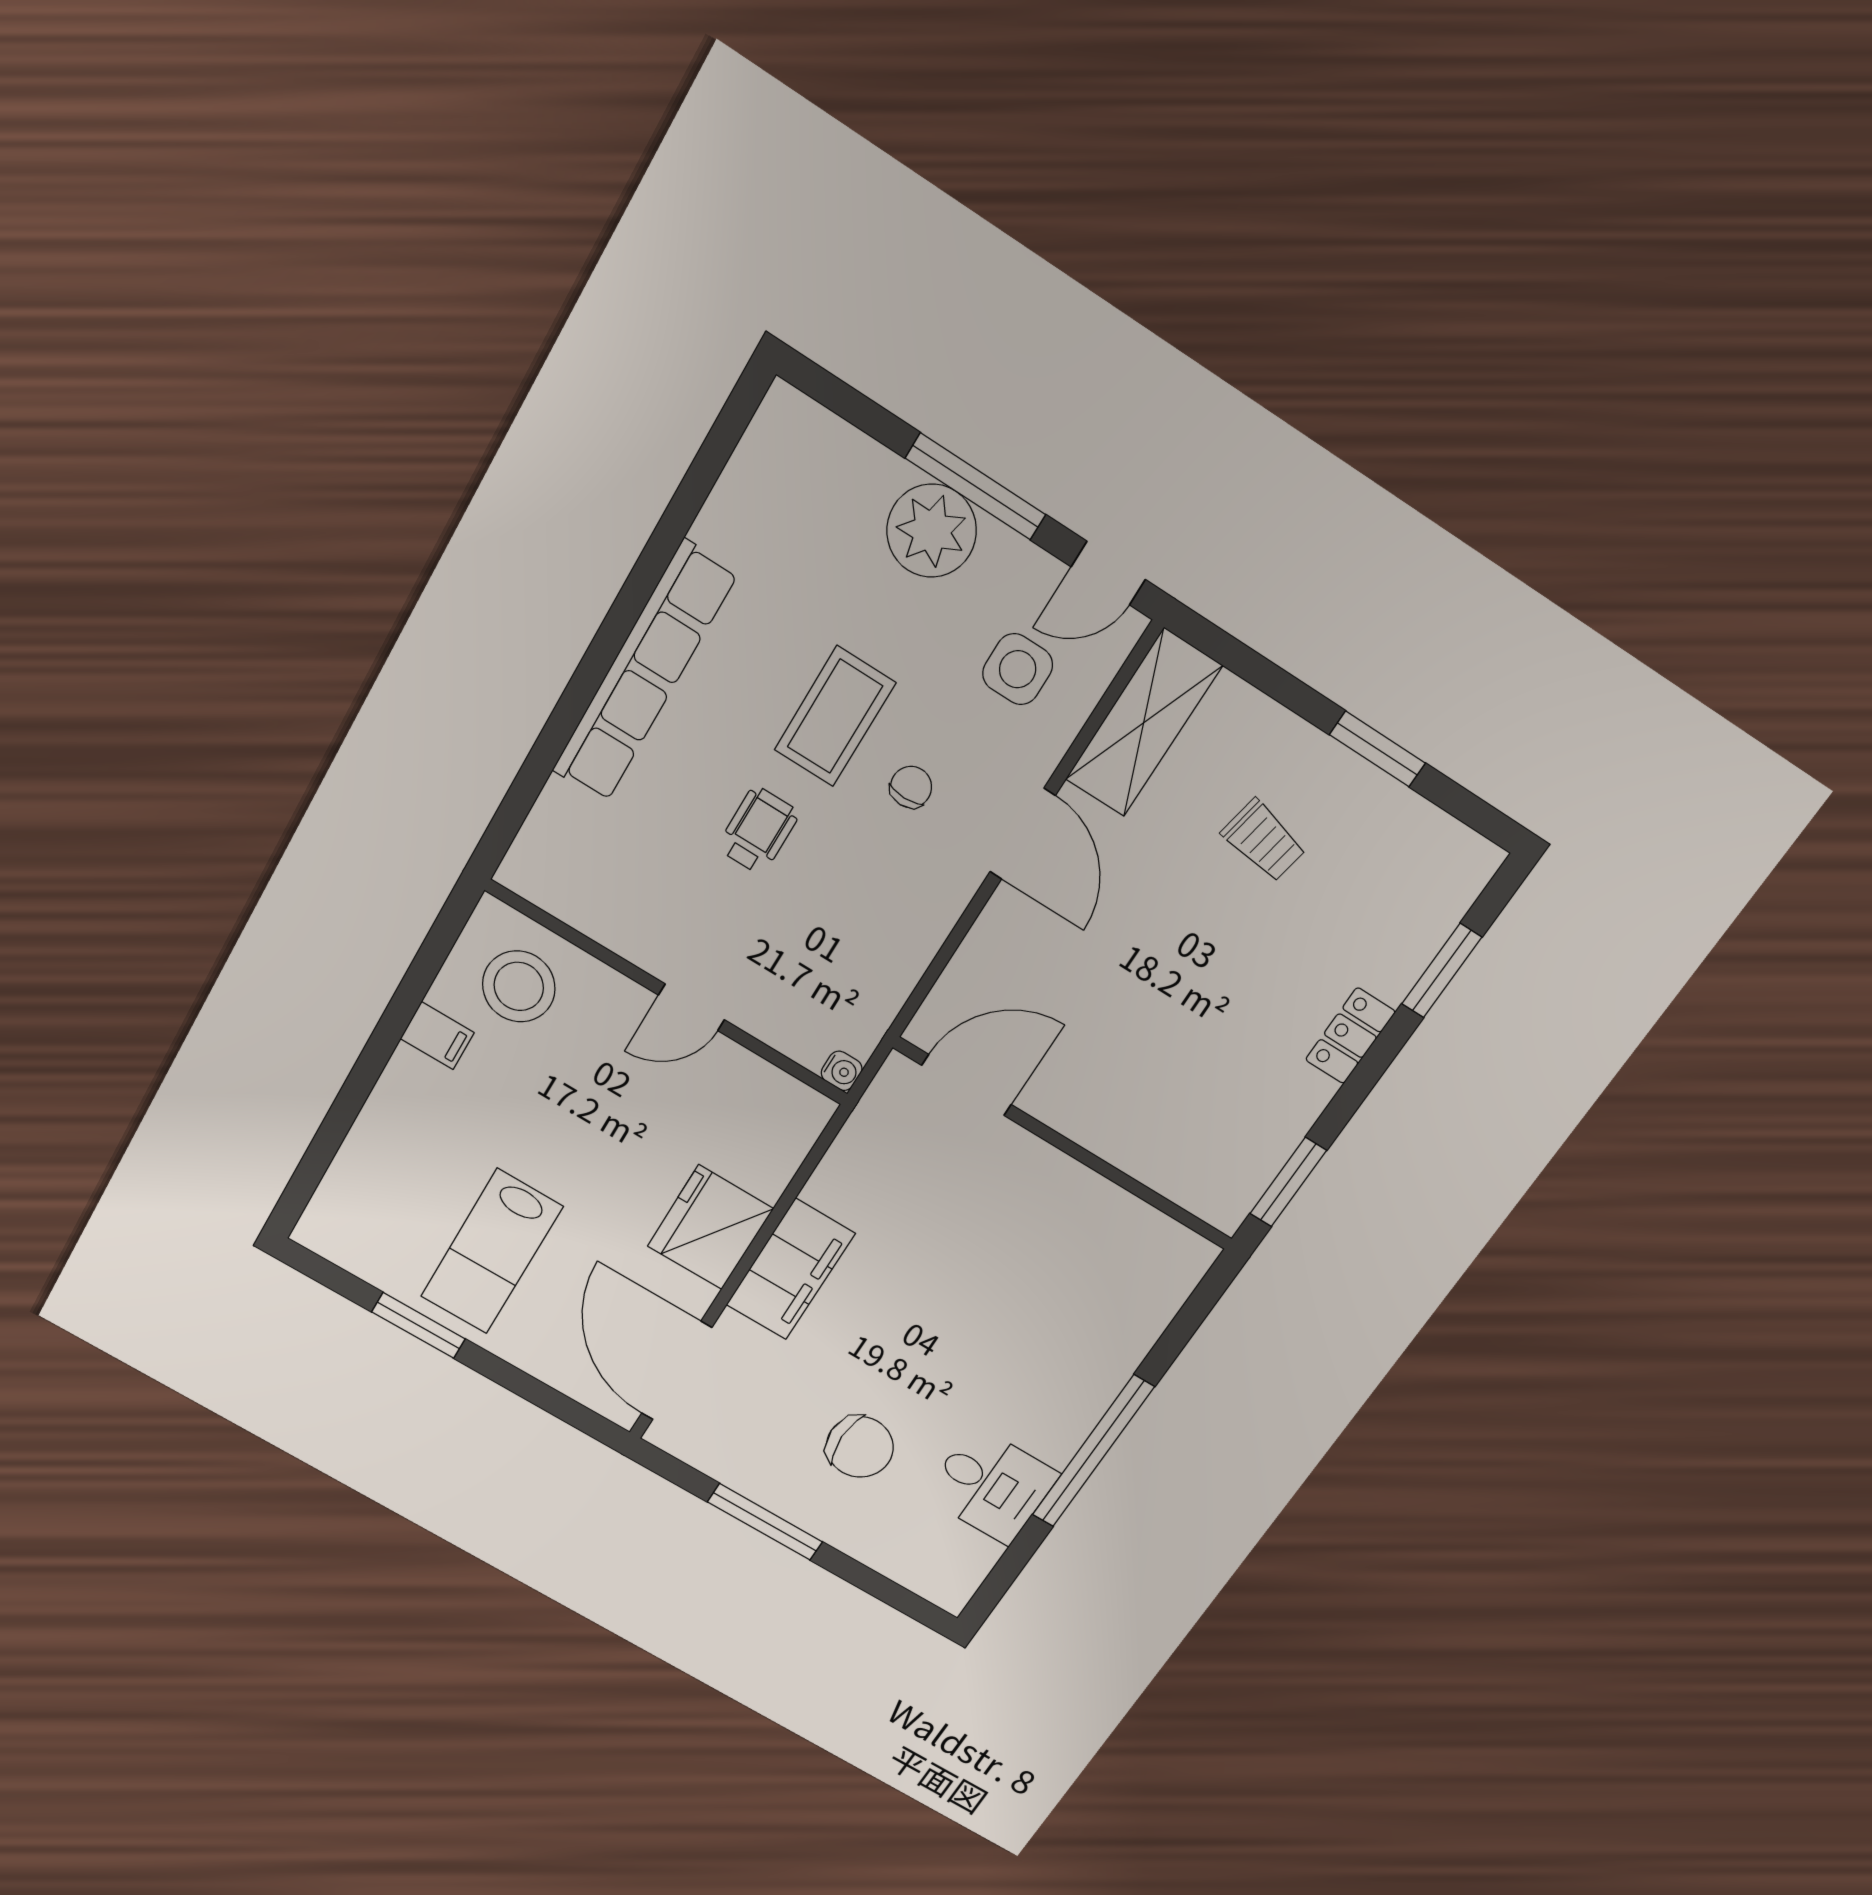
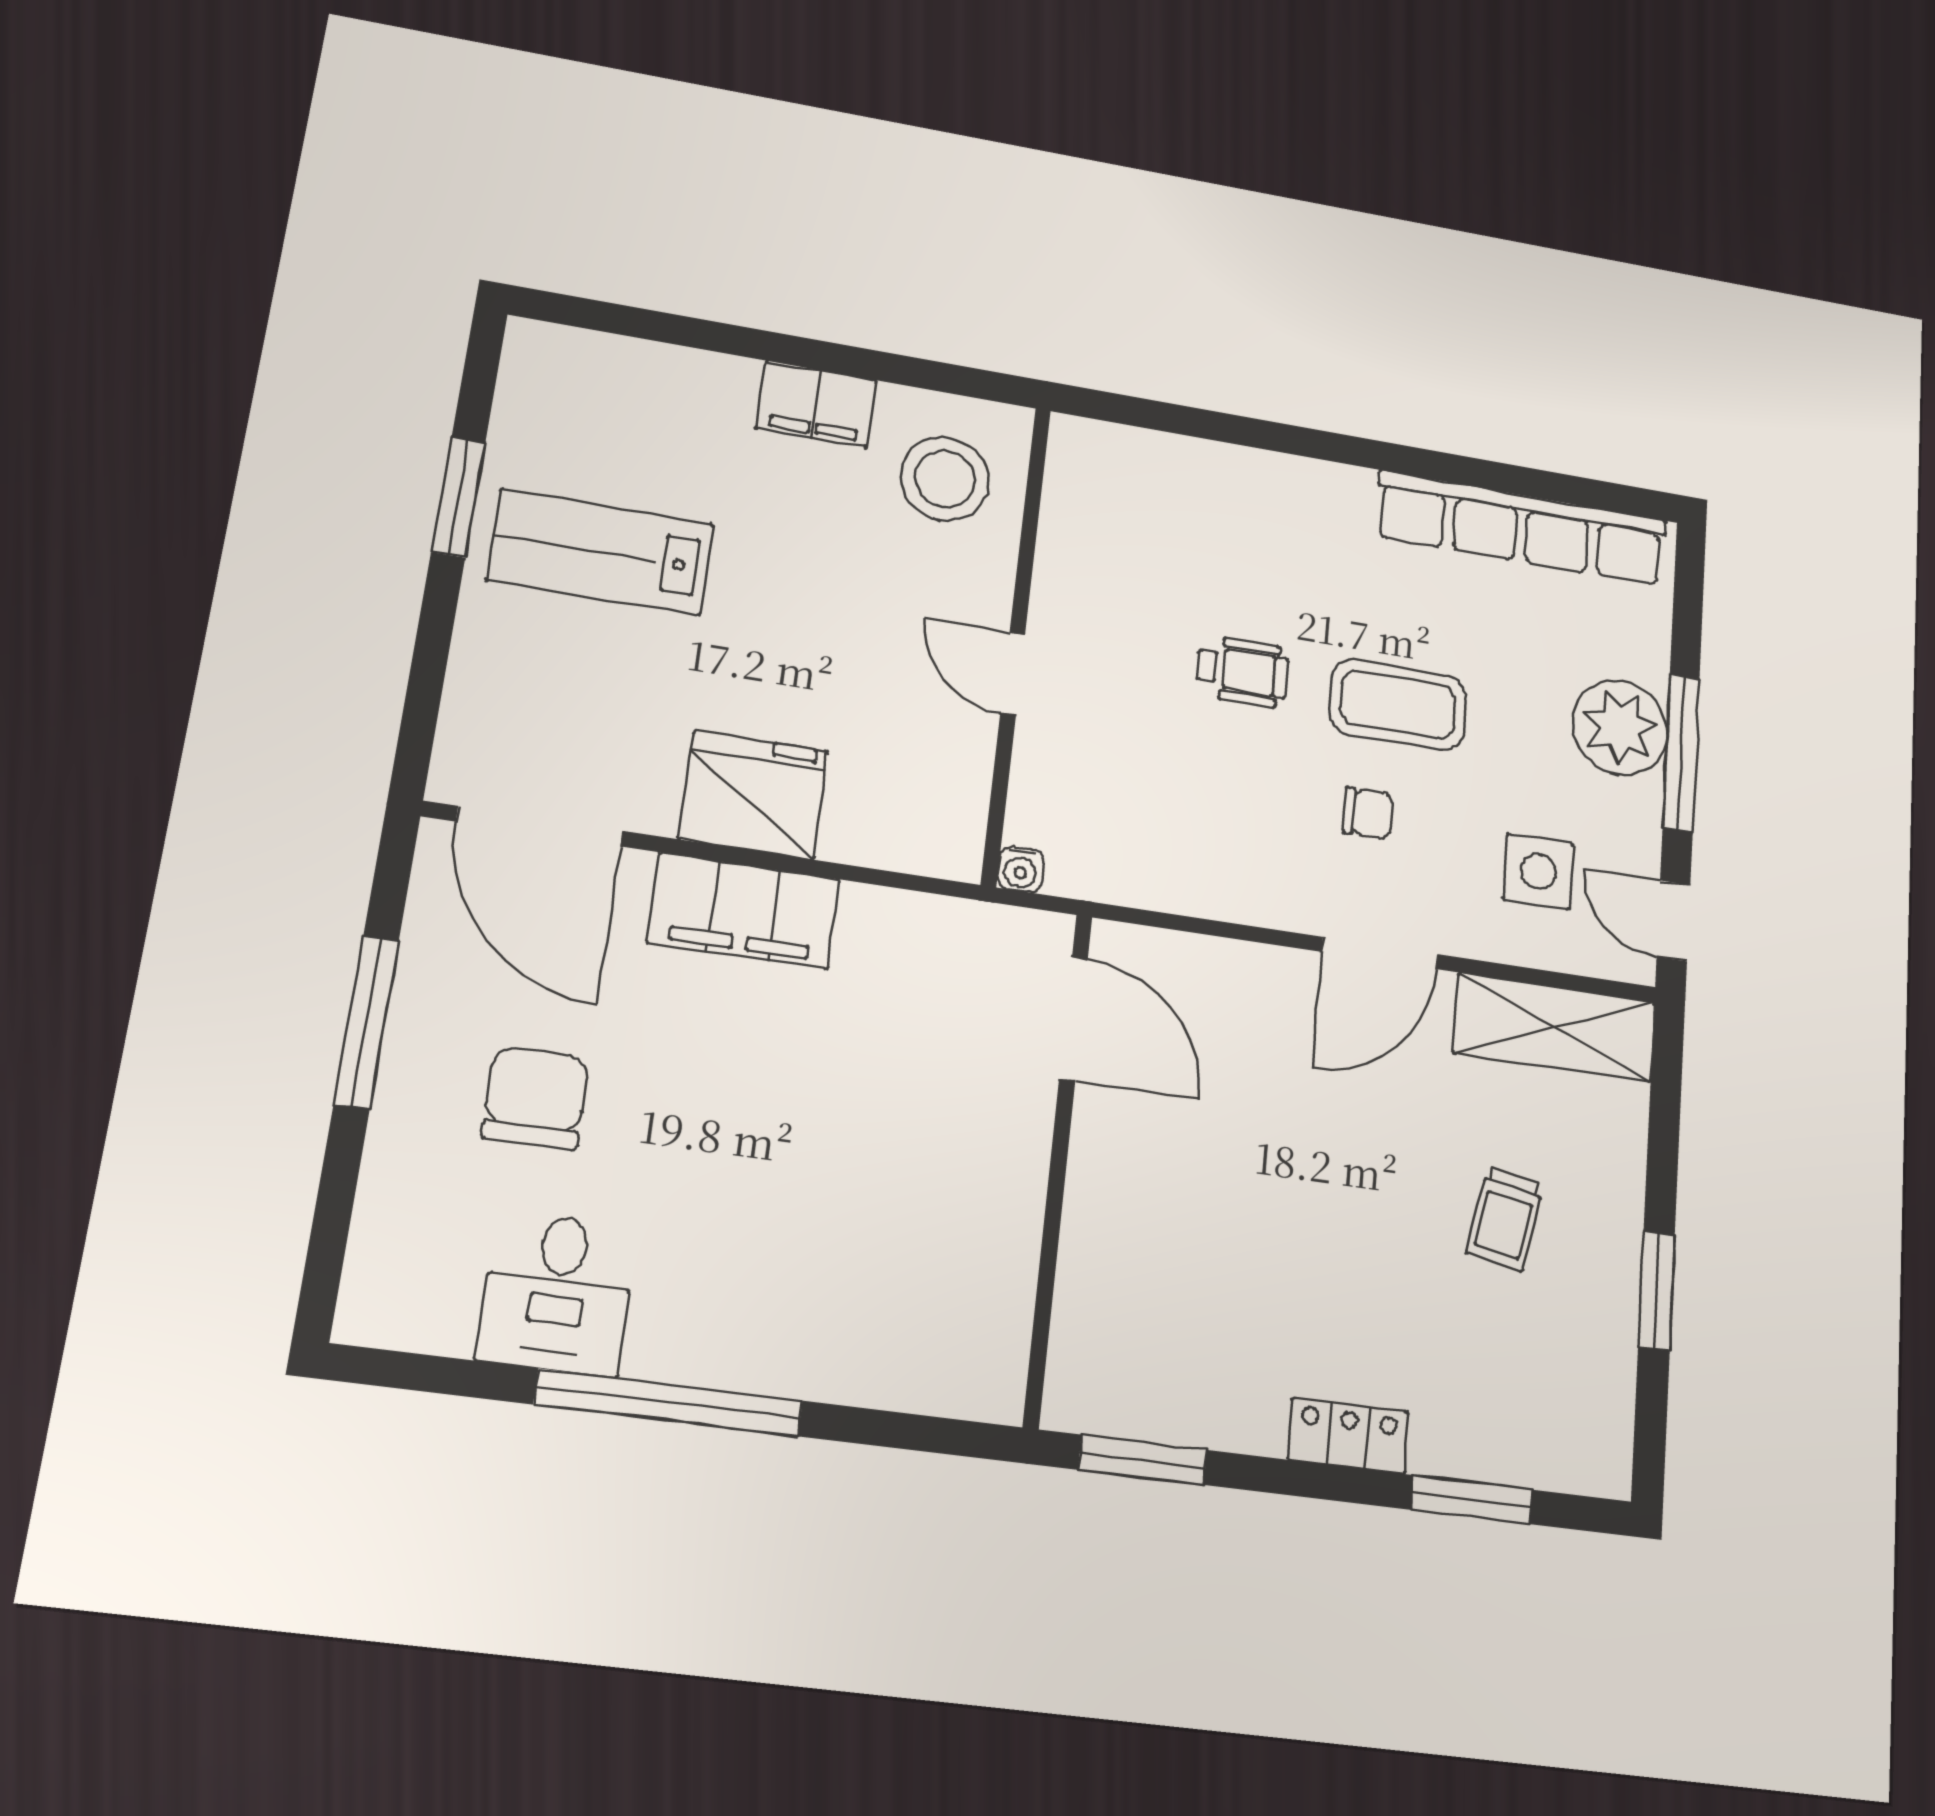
row of seats: (644, 673) -> (1522, 528), moved
filing cabinet: (437, 1036) -> (816, 404), width x2.00
door: (677, 1371) -> (540, 826), swing flipped
chair: (860, 1447) -> (536, 1098), turned 180

